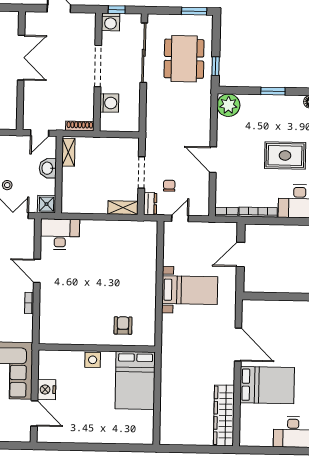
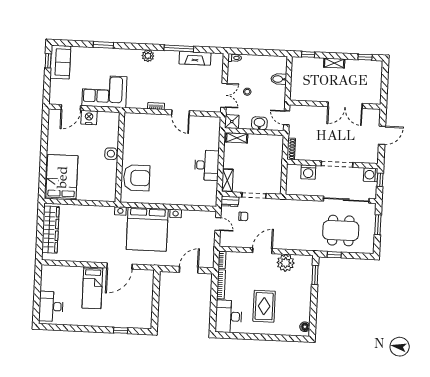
window: (194, 11) -> (378, 225), moved
window: (273, 91) -> (315, 275), moved
plant: (228, 105) -> (286, 263), moved
shelving: (68, 152) -> (237, 138), moved
desk: (60, 234) -> (207, 165), moved
door: (240, 254) -> (189, 270), hinge flipped
door: (37, 271) -> (181, 113), swing flipped
bed with nightstands: (190, 290) -> (147, 229), width x1.85
armchair: (123, 326) -> (137, 178), width x1.88, depth x1.88
bed: (135, 380) -> (62, 177), moved, turned 90
bed: (267, 385) -> (92, 288), width x0.67
wardrobe: (224, 415) -> (50, 230), moved, turned 90

